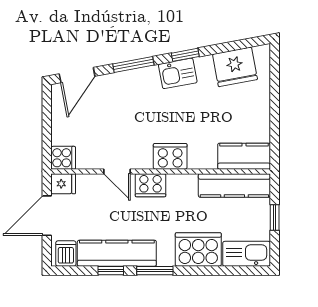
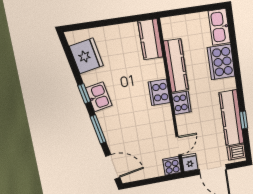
door: (117, 171) -> (178, 146), moved
kitchen counter: (234, 185) -> (176, 65), moved
window: (275, 218) -> (191, 10), removed
window: (155, 271) -> (240, 90), removed

